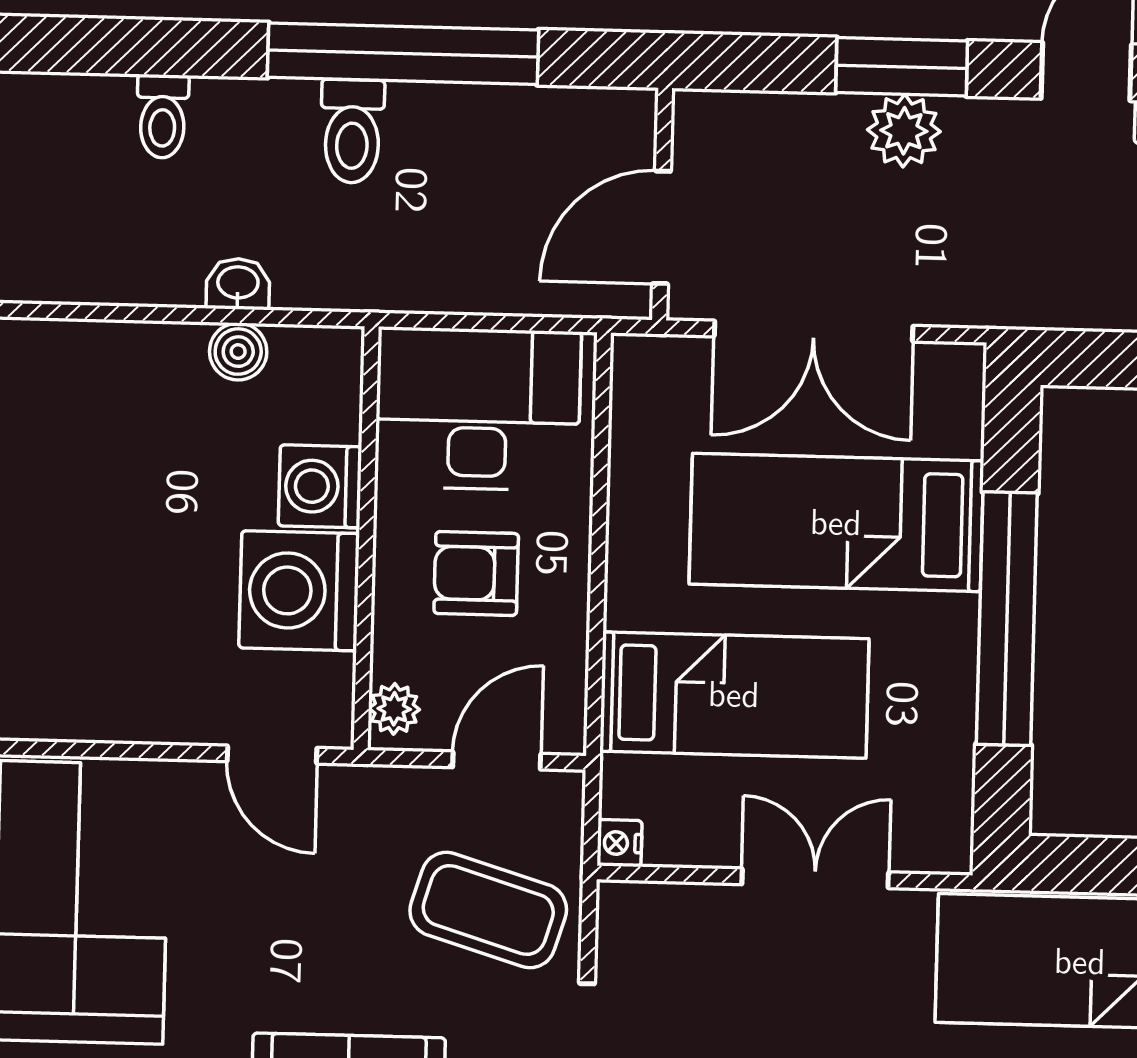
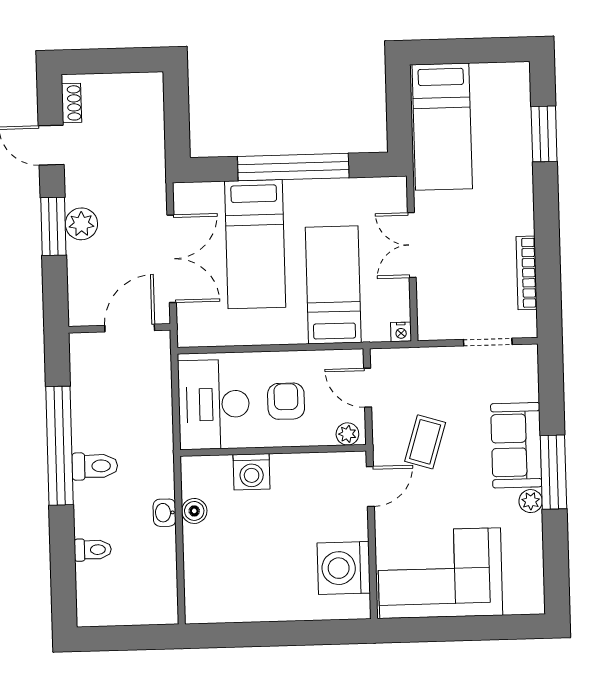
door: (662, 227) -> (130, 328), swing flipped
armchair: (476, 574) -> (286, 401), turned 180
washing machine: (299, 591) -> (344, 568), moved, turned 90
coffee table: (488, 910) -> (425, 442), moved, width x0.73, depth x0.77

